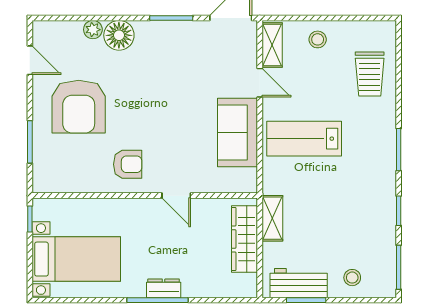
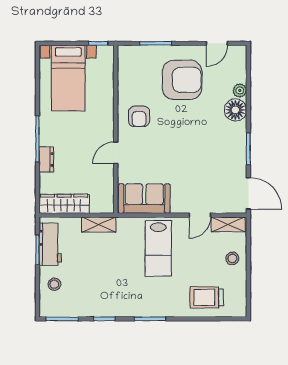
armchair: (79, 107) -> (182, 80), turned 180
sofa: (238, 133) -> (144, 199), moved
lab bench: (304, 139) -> (158, 248), turned 180
wardrobe: (245, 239) -> (64, 204), moved
dresser: (164, 288) -> (46, 160), moved

